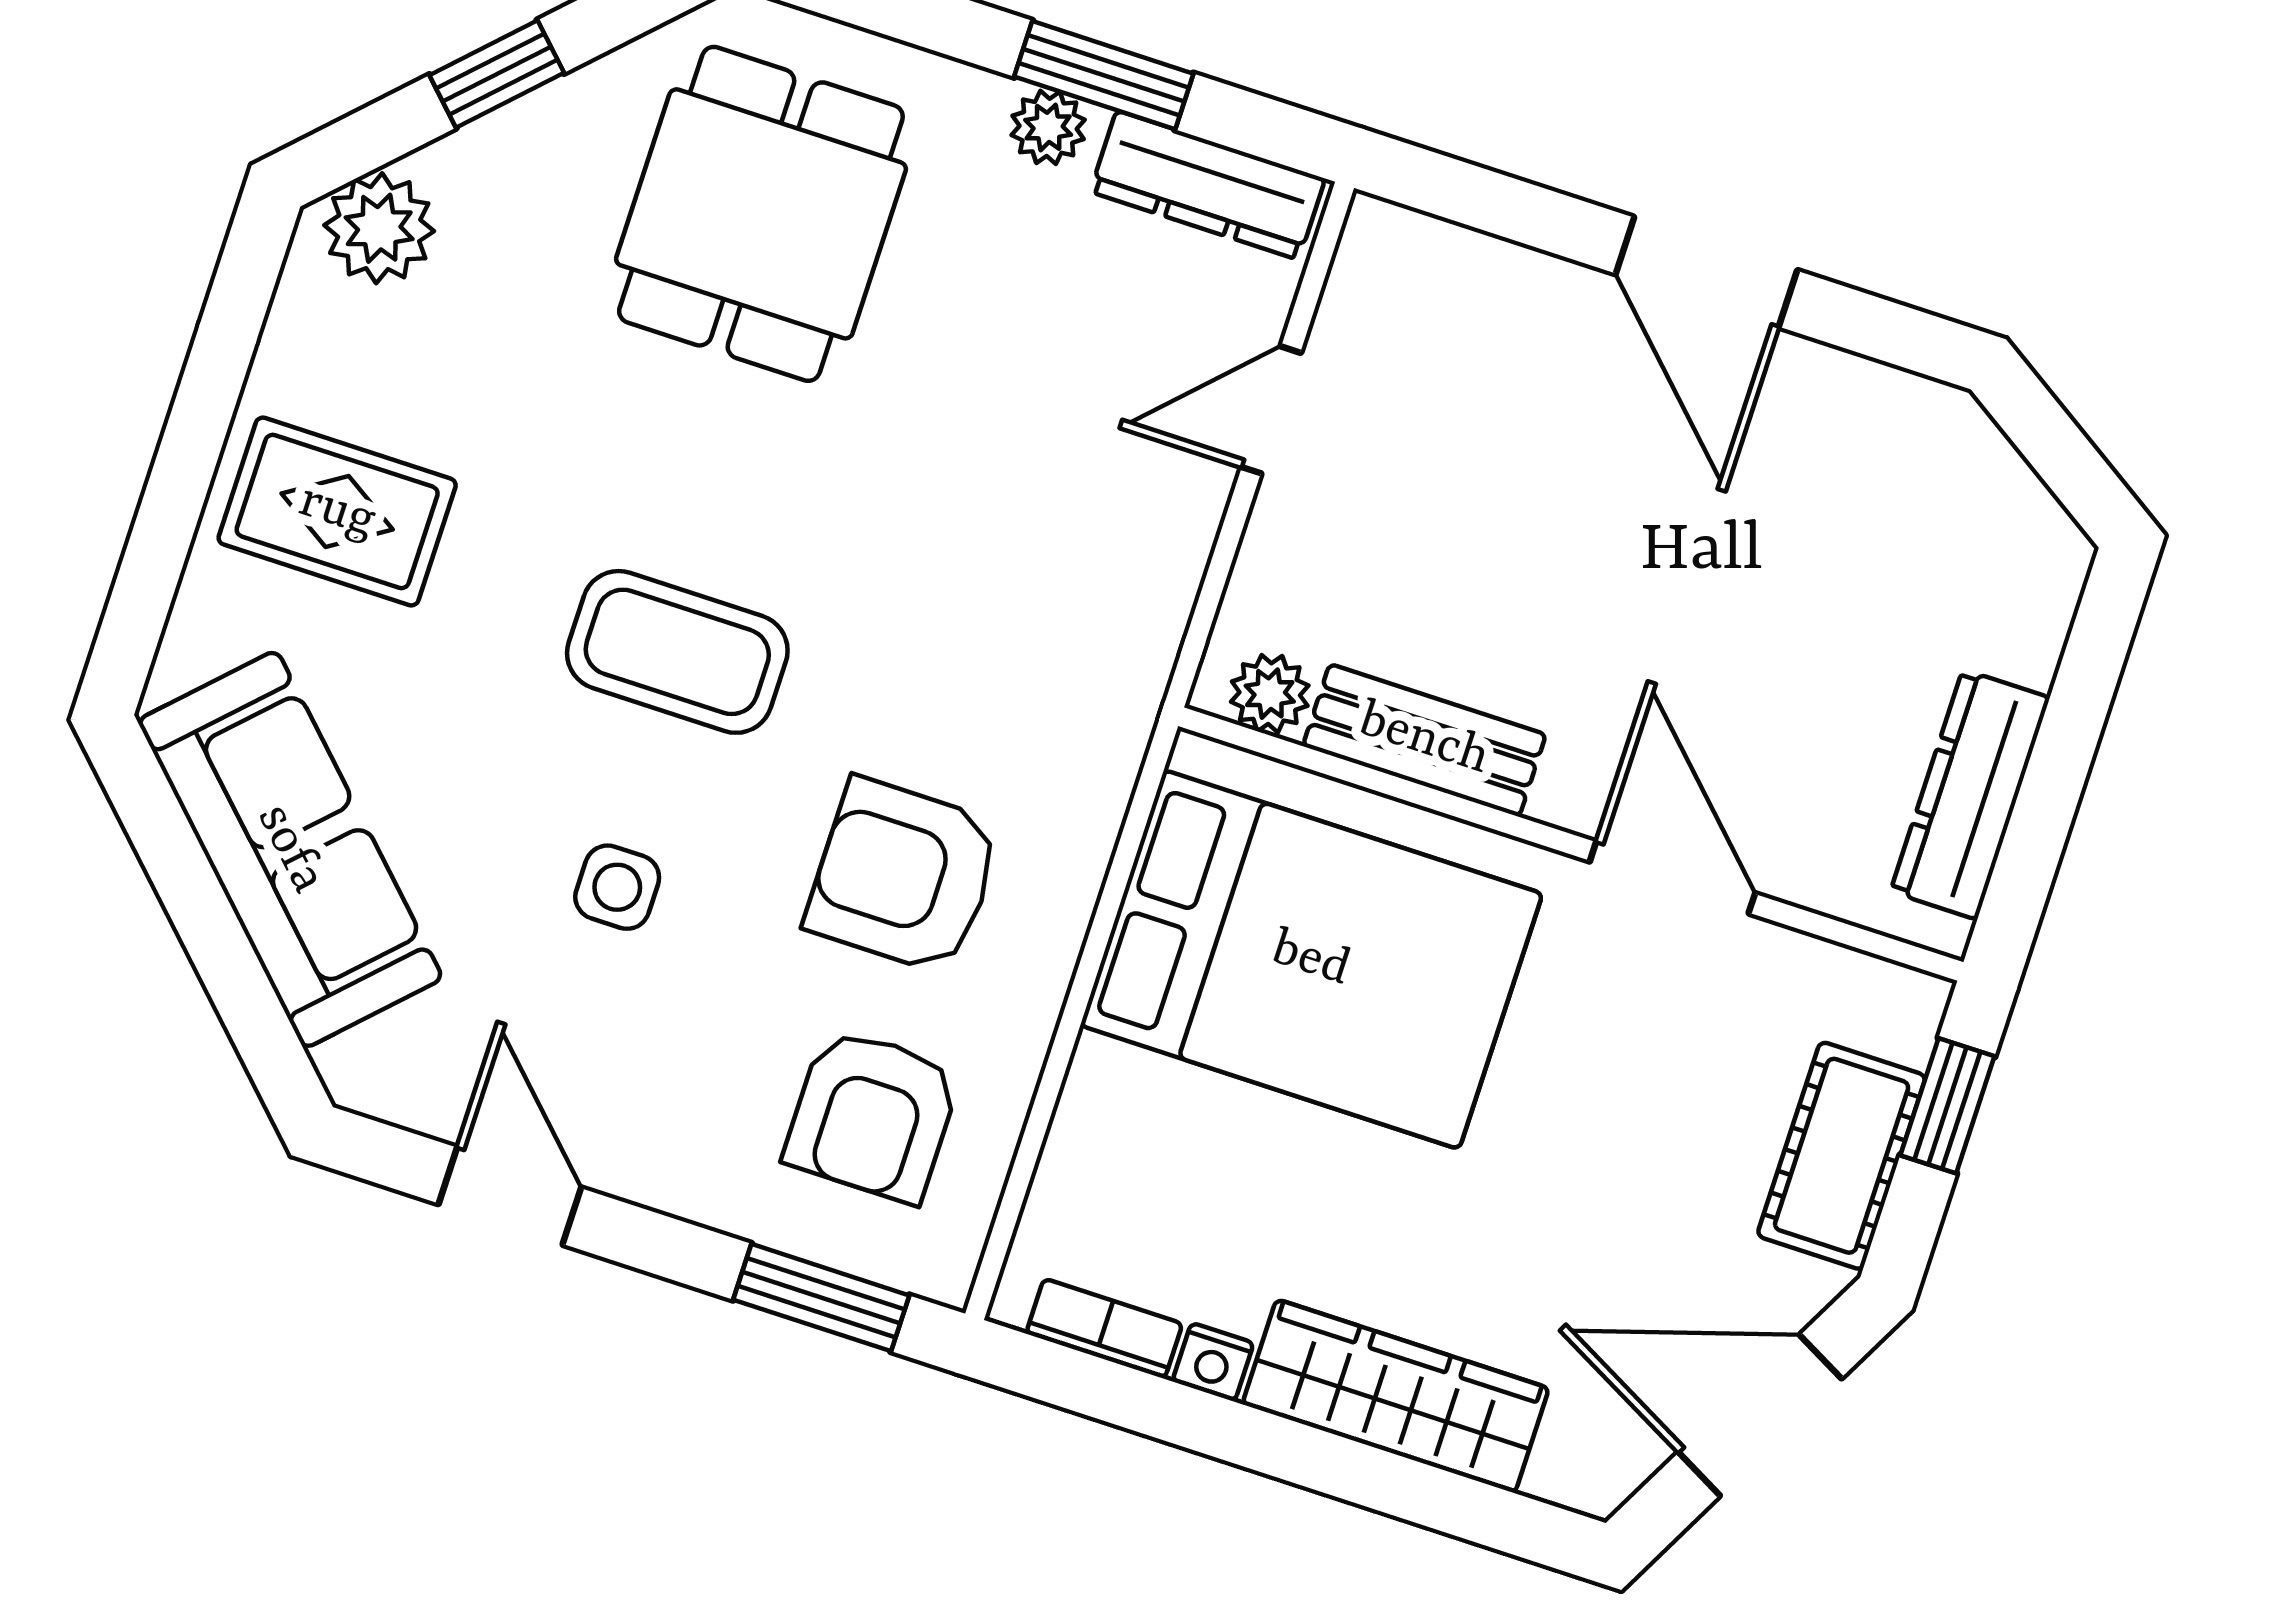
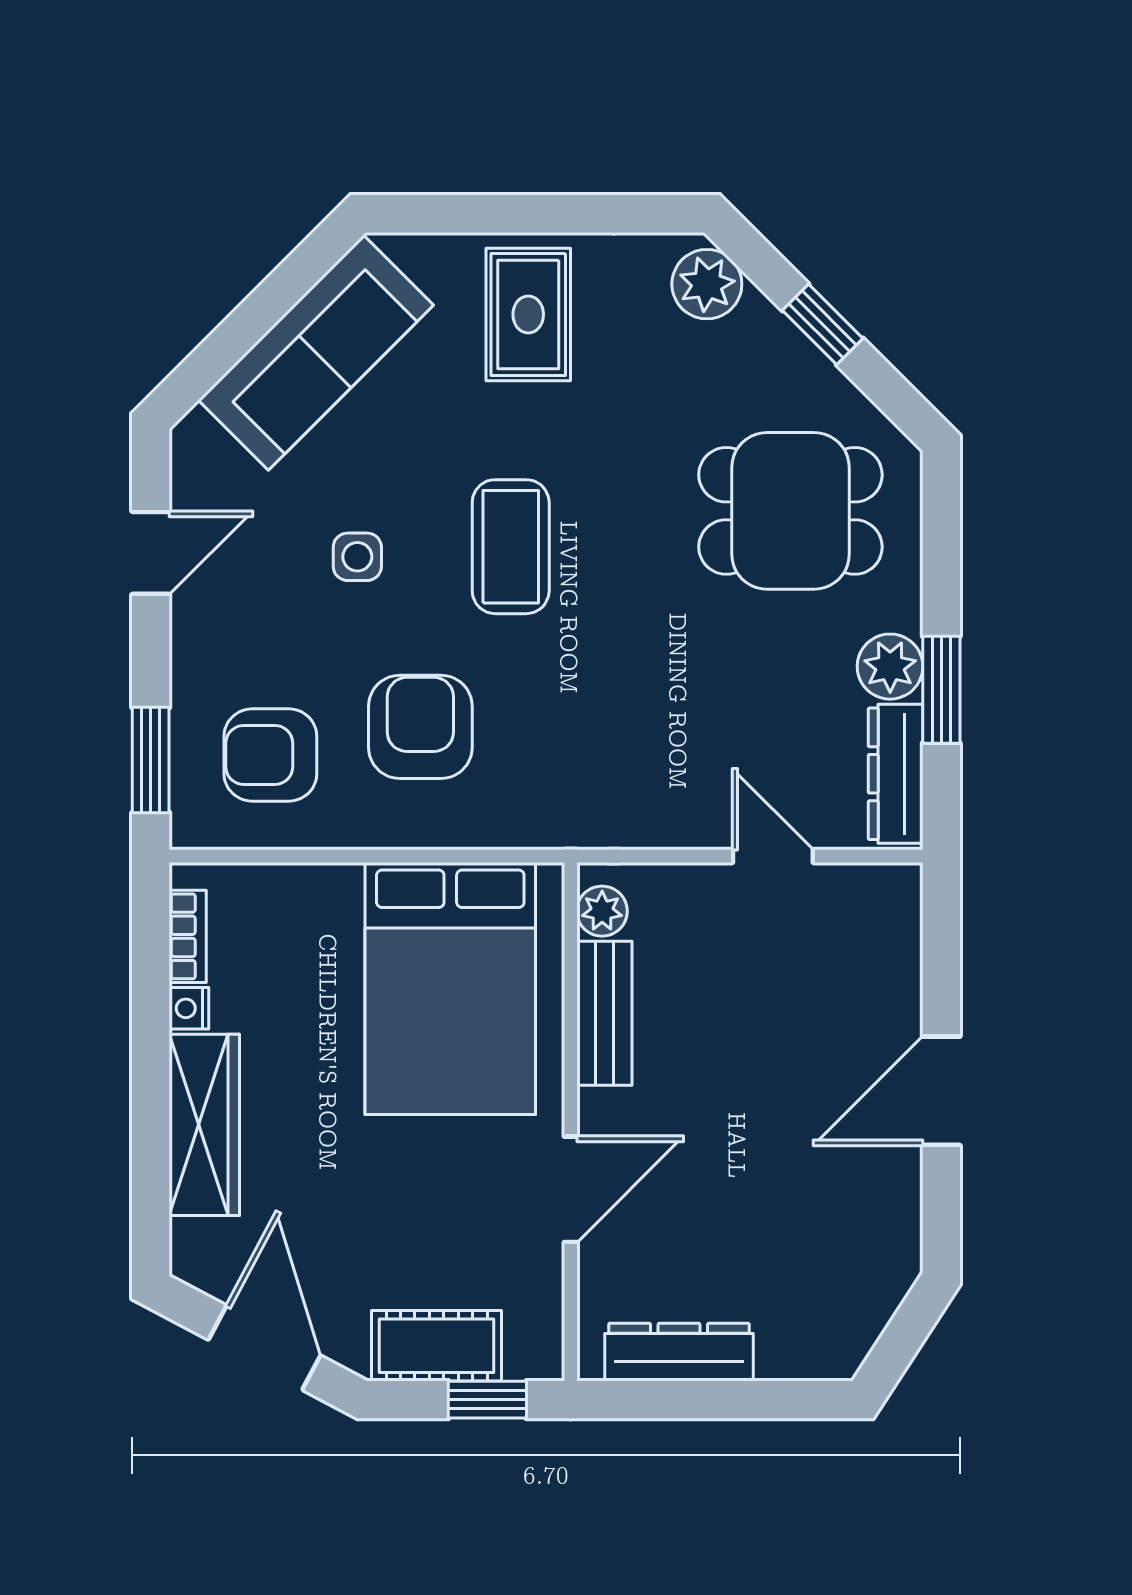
plant: (1048, 127) -> (890, 667), width x1.38, depth x1.38

